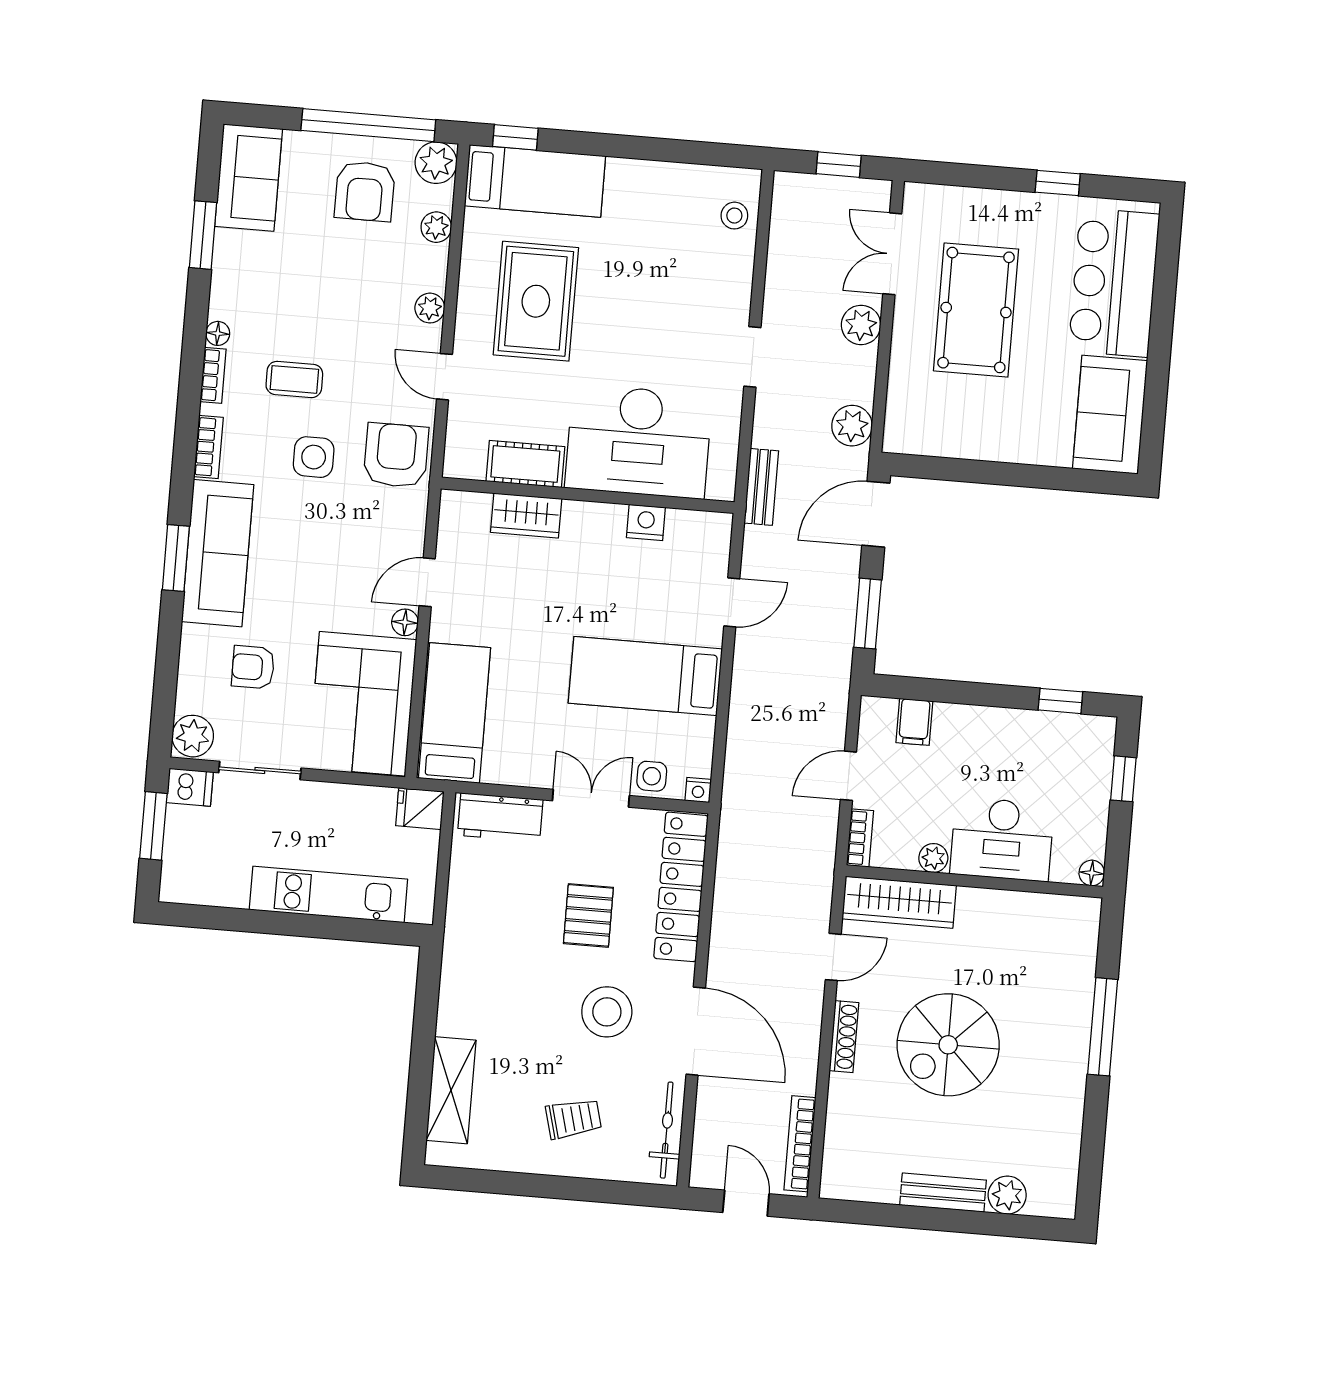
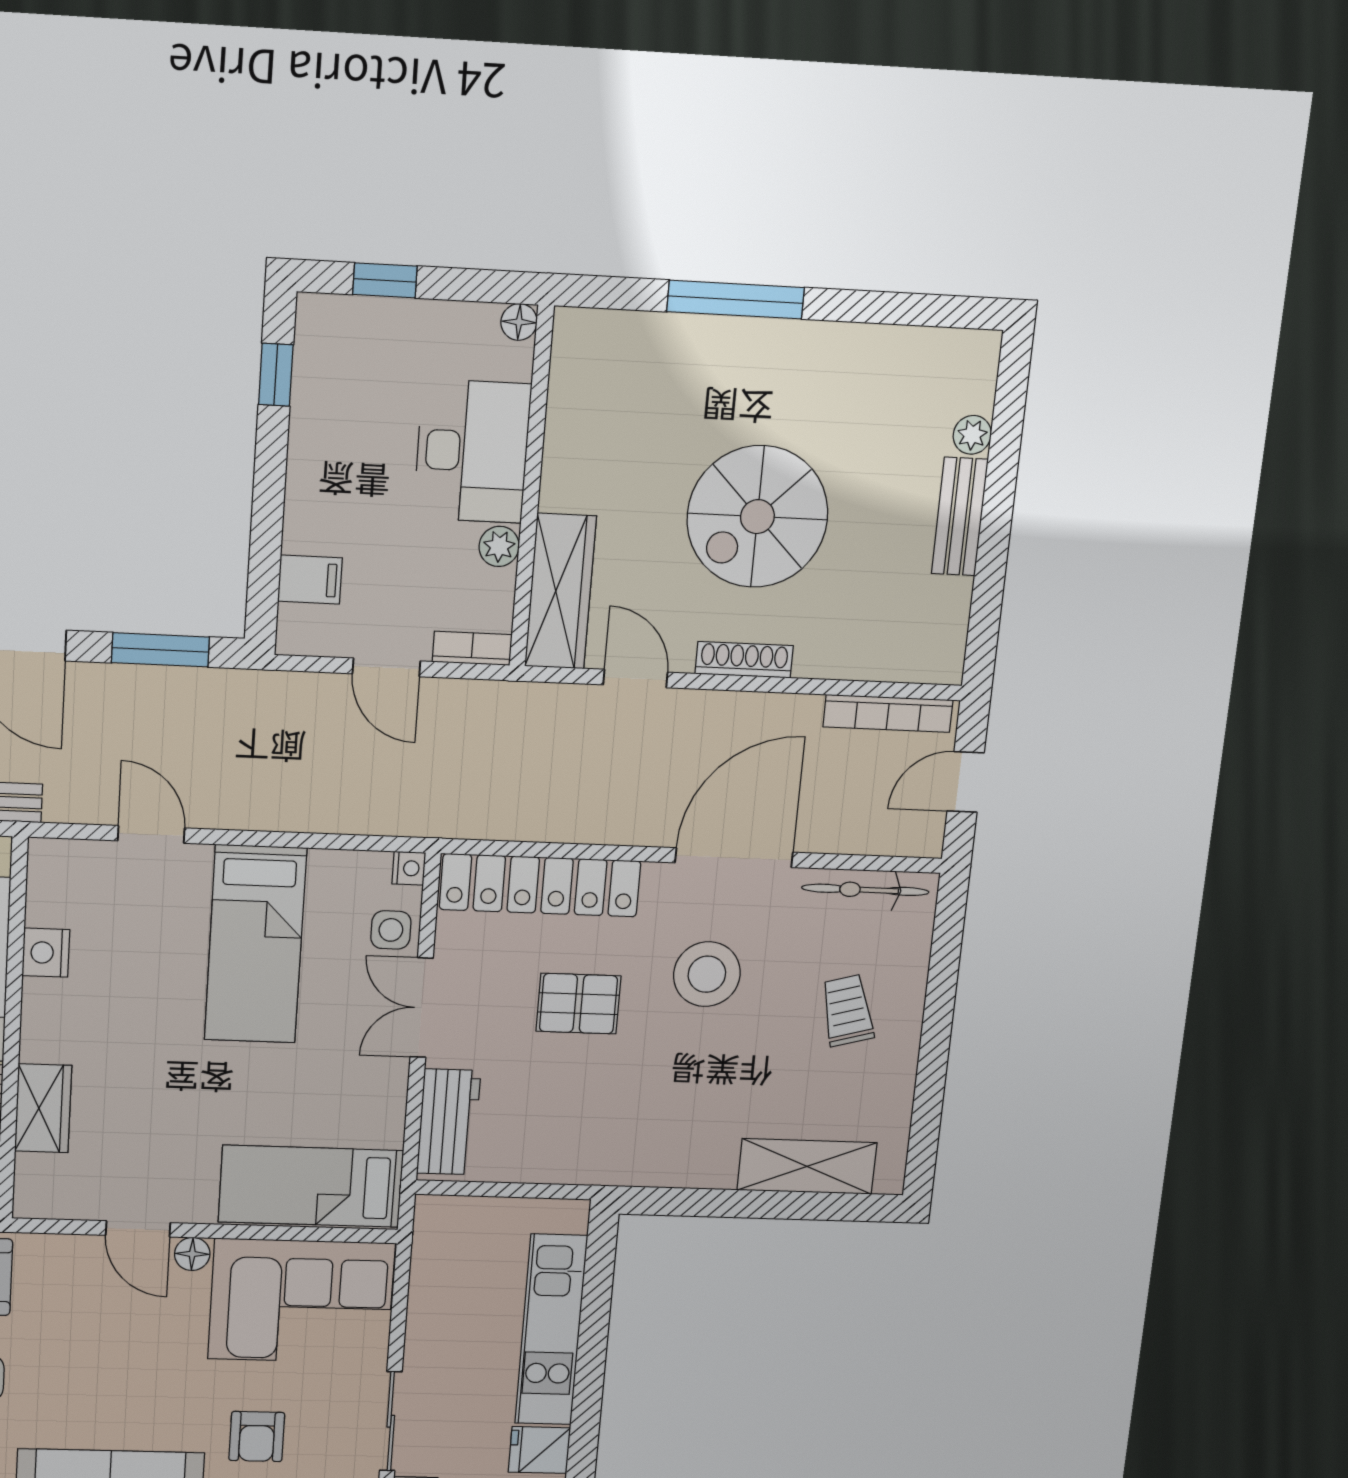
fridge: (420, 809) -> (539, 1450), moved, turned 90
spiral stairs: (948, 1045) -> (757, 517), turned 90
plant: (1007, 1195) -> (972, 435), width x0.73, depth x0.73

